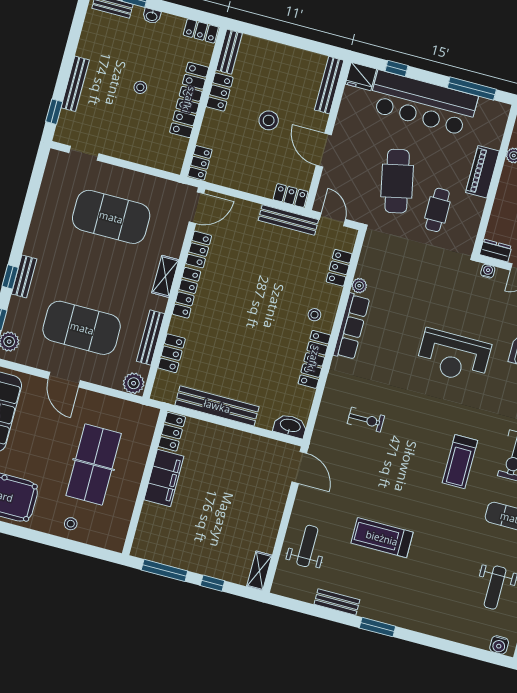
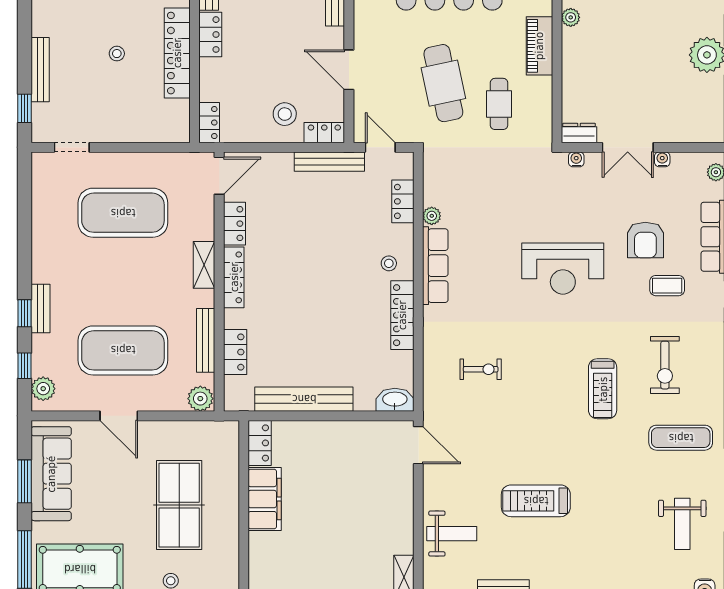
stool: (269, 120) -> (285, 114), moved
weight bench: (307, 546) -> (452, 534), turned 90

